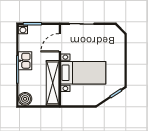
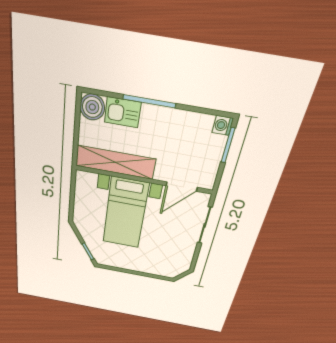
door: (60, 43) -> (182, 187), swing flipped
kitchen sink: (25, 61) -> (123, 112), moved

